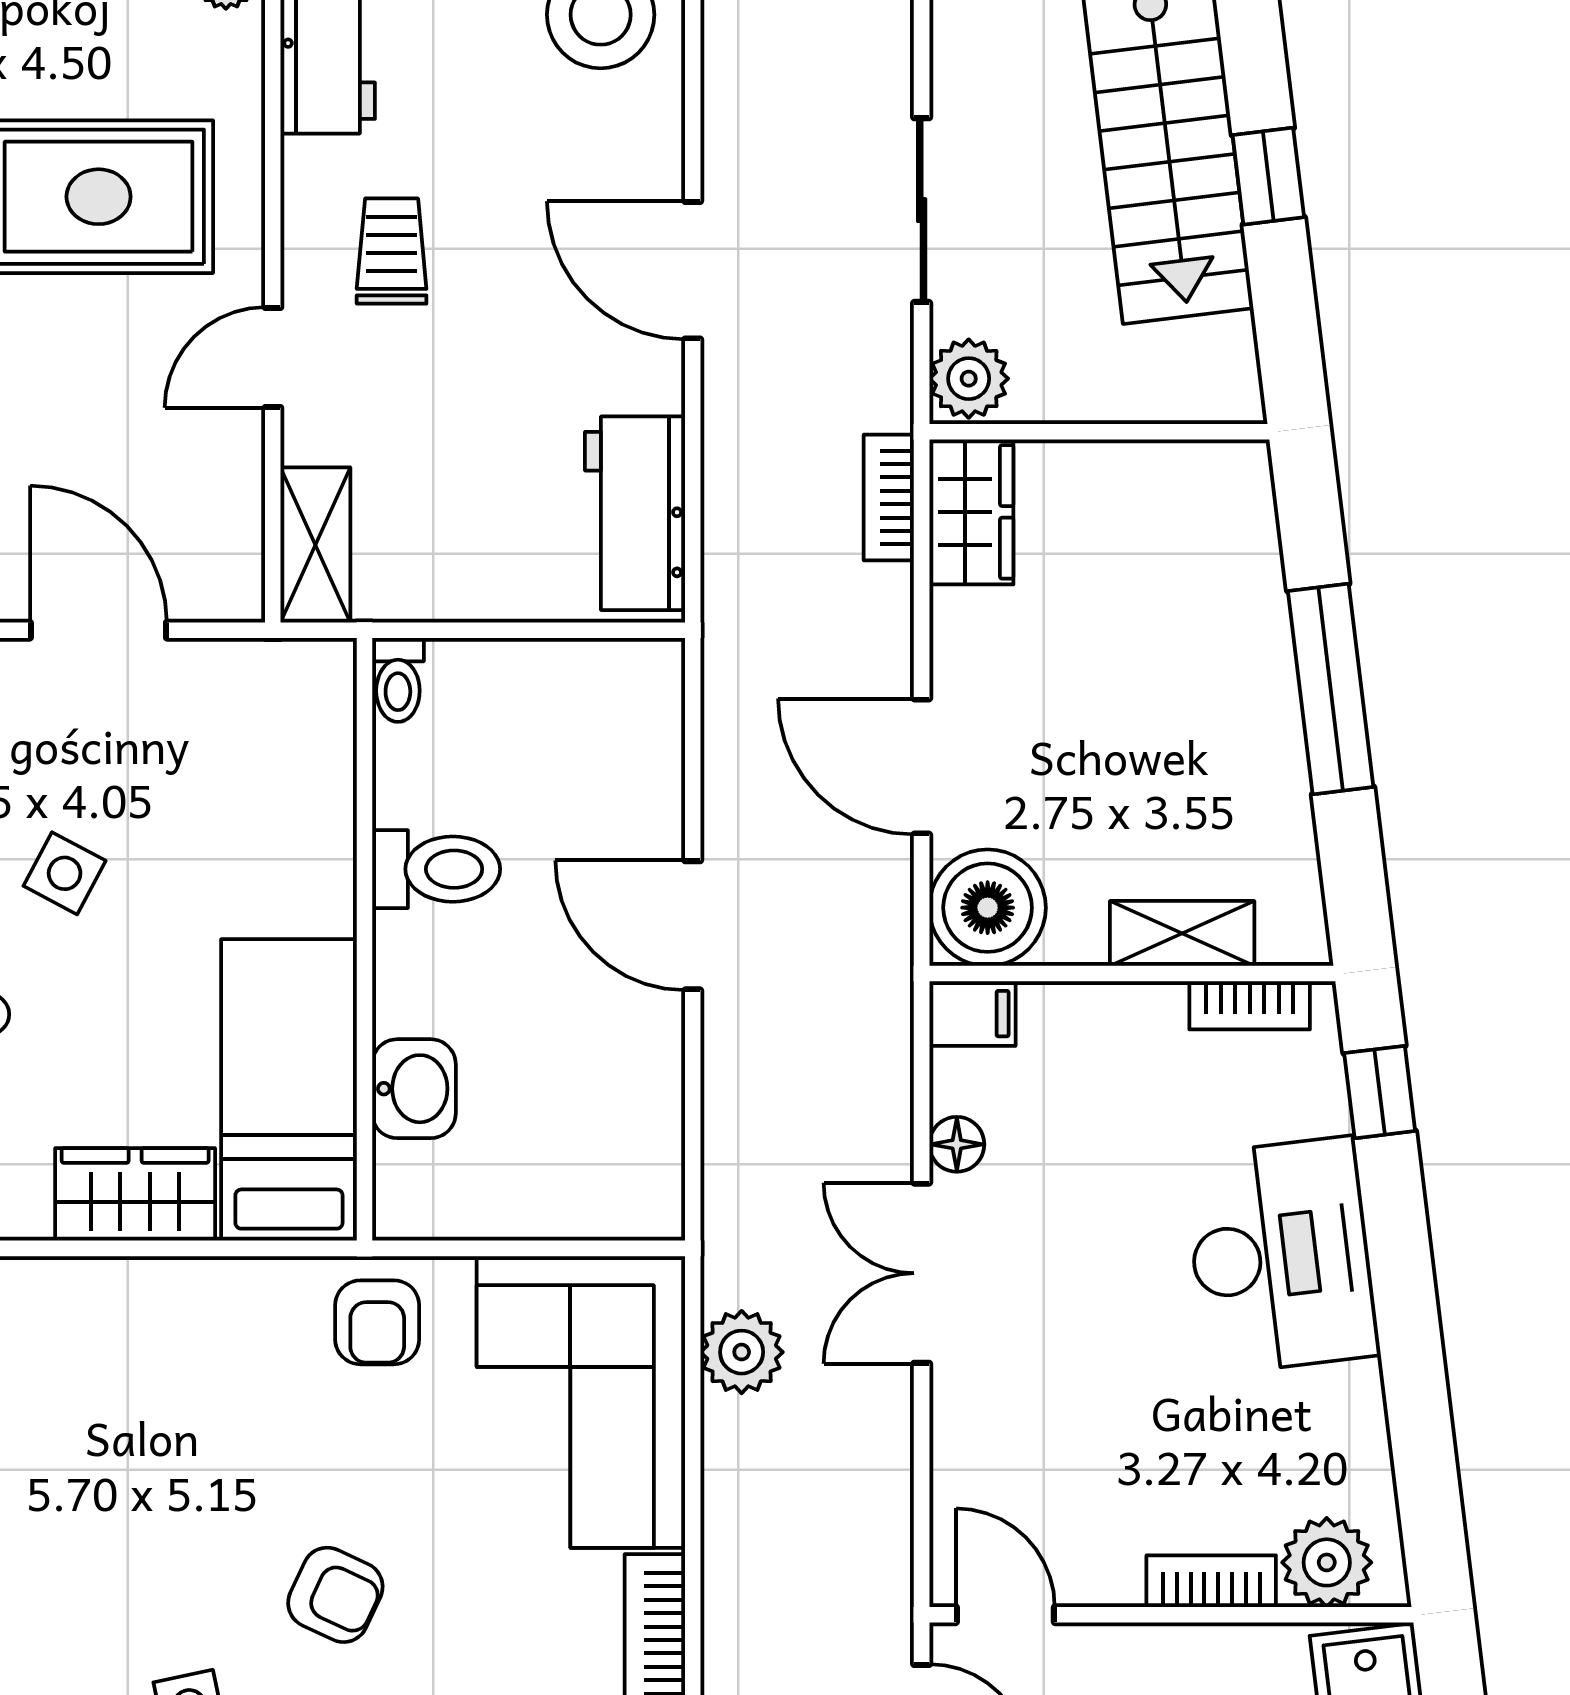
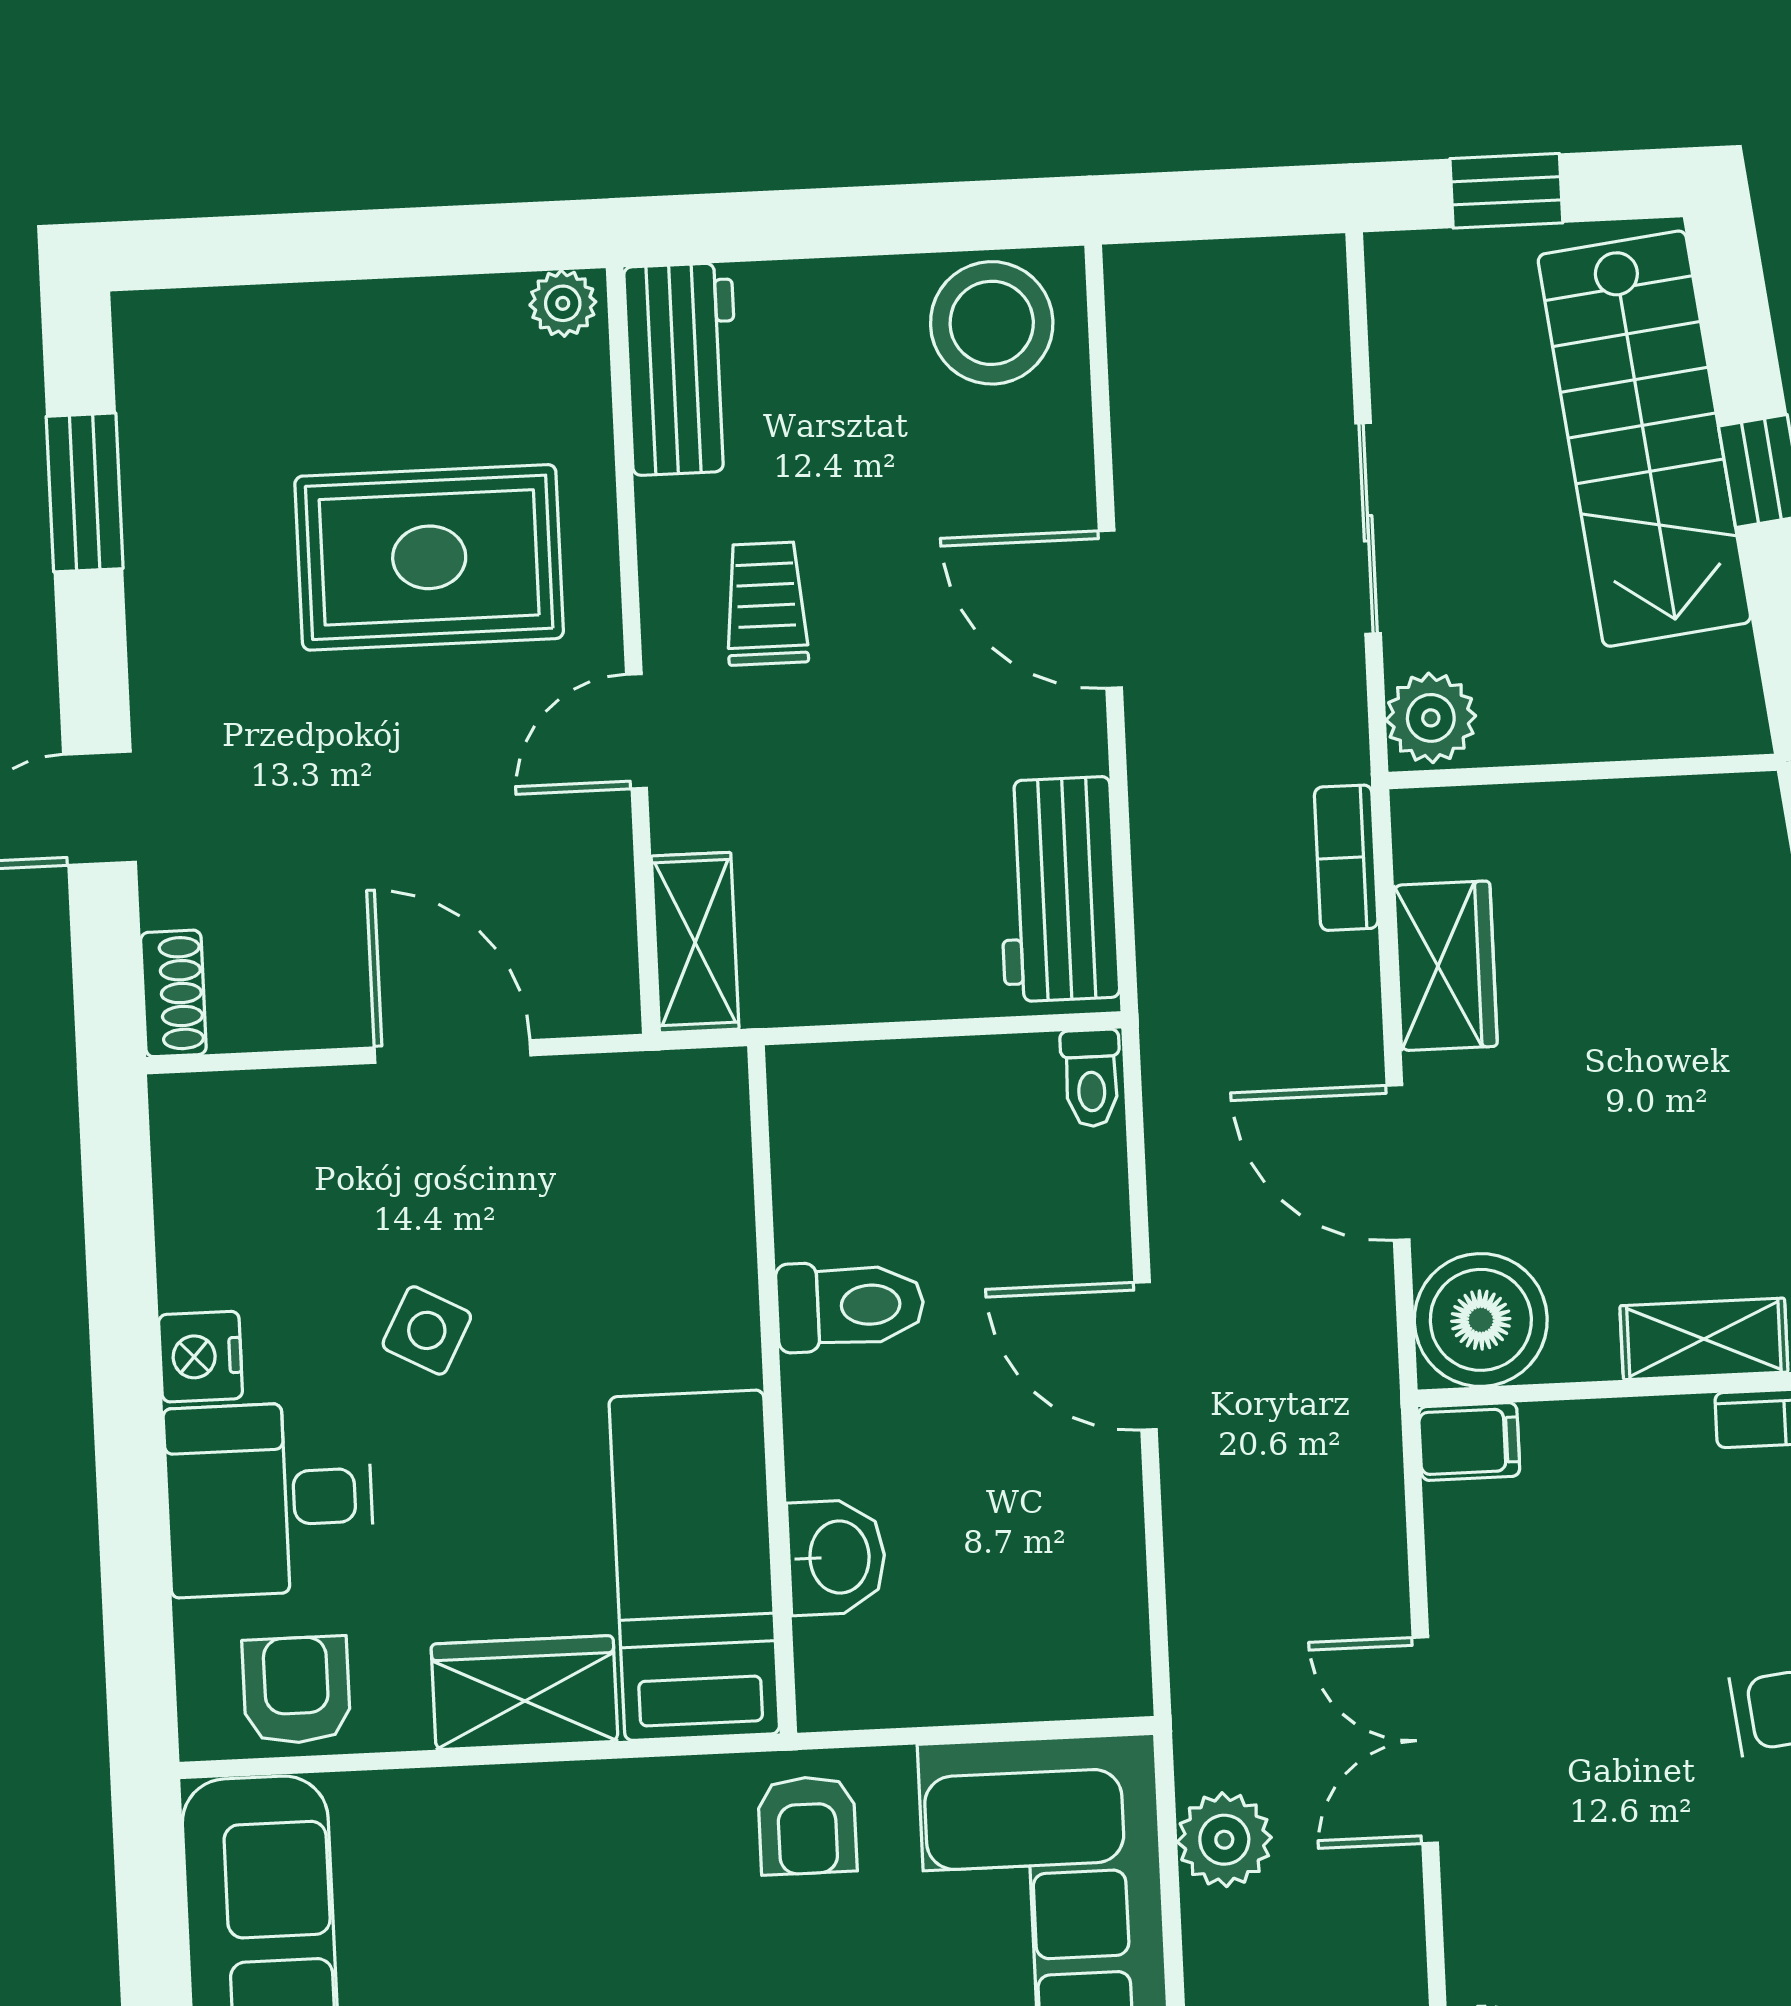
wardrobe: (971, 512) -> (1446, 966), moved
toilet: (398, 680) -> (1091, 1078), moved
floor lamp: (957, 1144) -> (1458, 1591), removed

